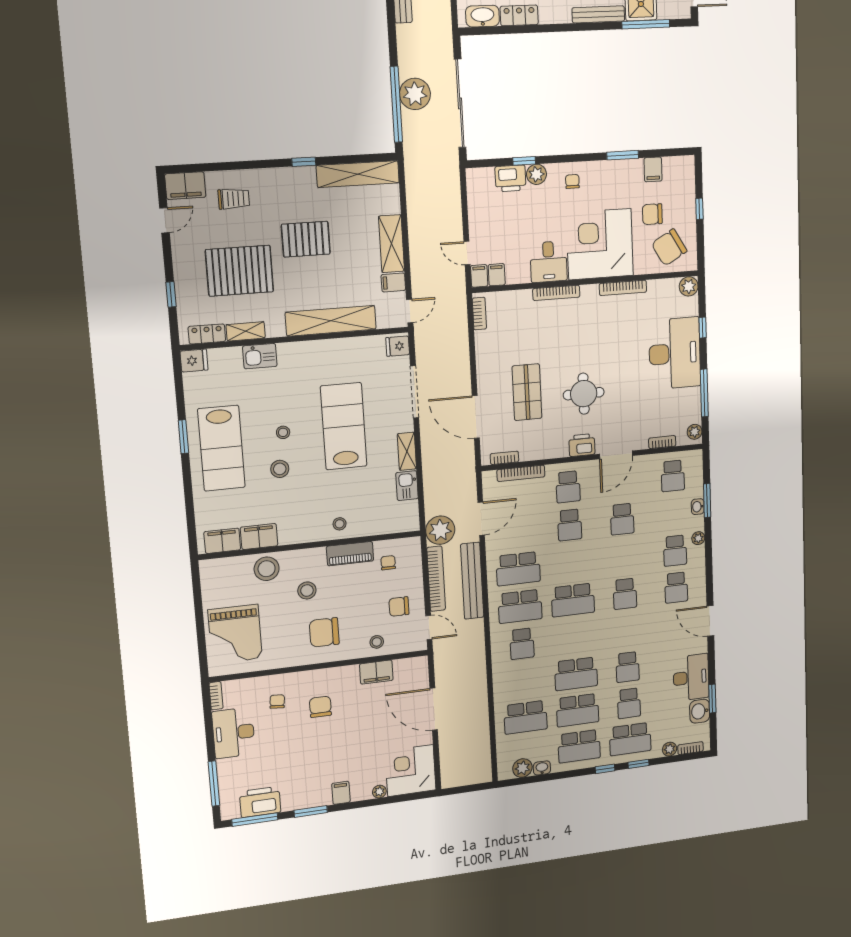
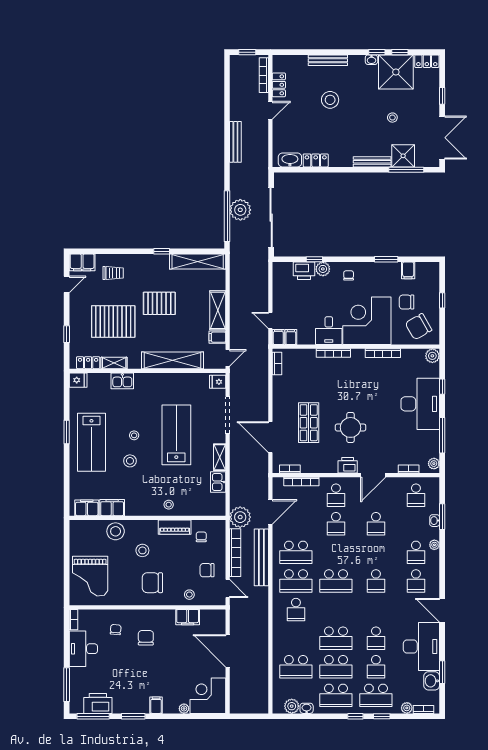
desk: (691, 677) -> (421, 646), width x1.36, depth x1.30

